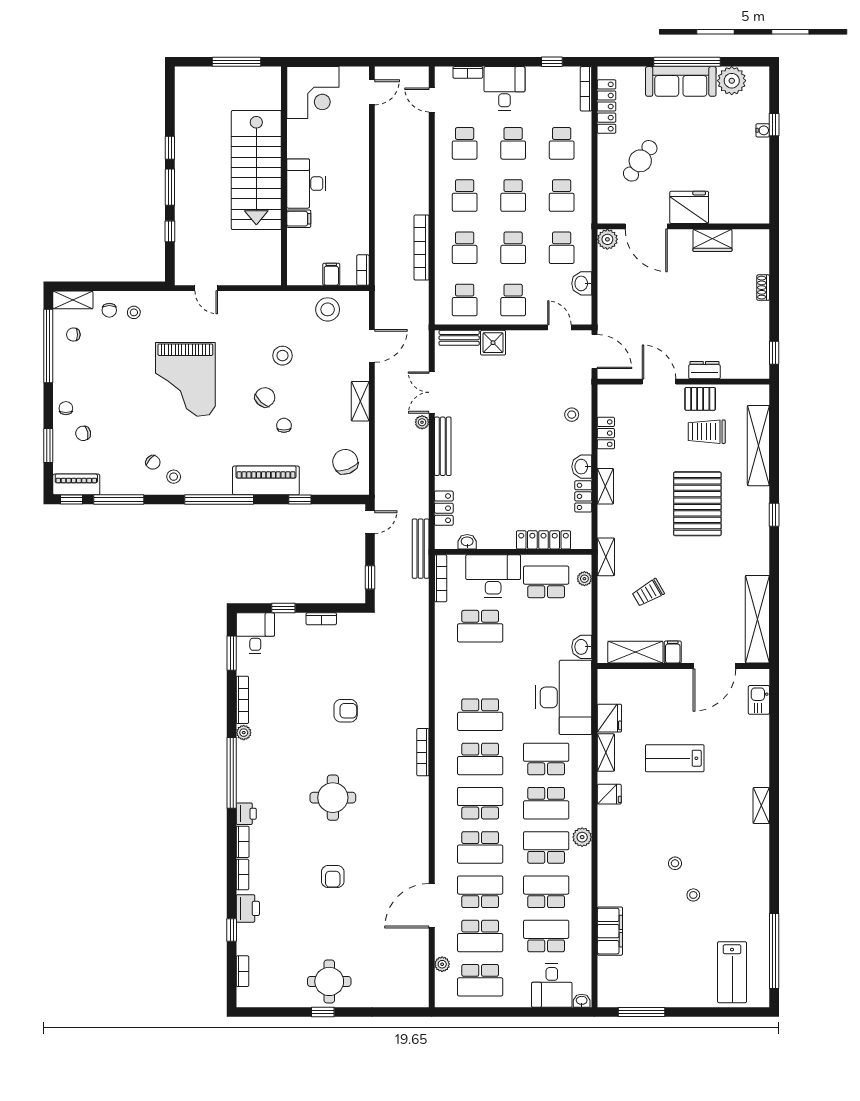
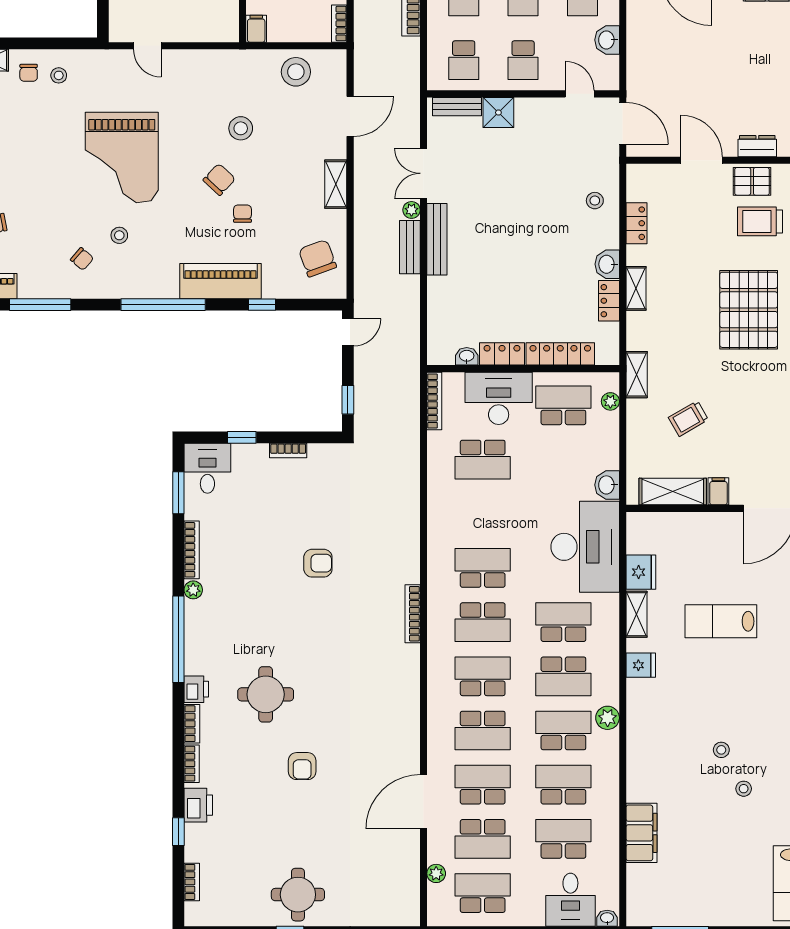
filing cabinet: (331, 274) -> (256, 29), moved
stool: (174, 477) -> (119, 235), moved
locker: (444, 508) -> (502, 354), moved, turned -90
bench: (421, 549) -> (410, 247), moved, width x0.73
school desk: (480, 715) -> (483, 568), turned 180
round table: (333, 798) -> (266, 694), moved
school desk: (480, 980) -> (483, 893), turned 180

